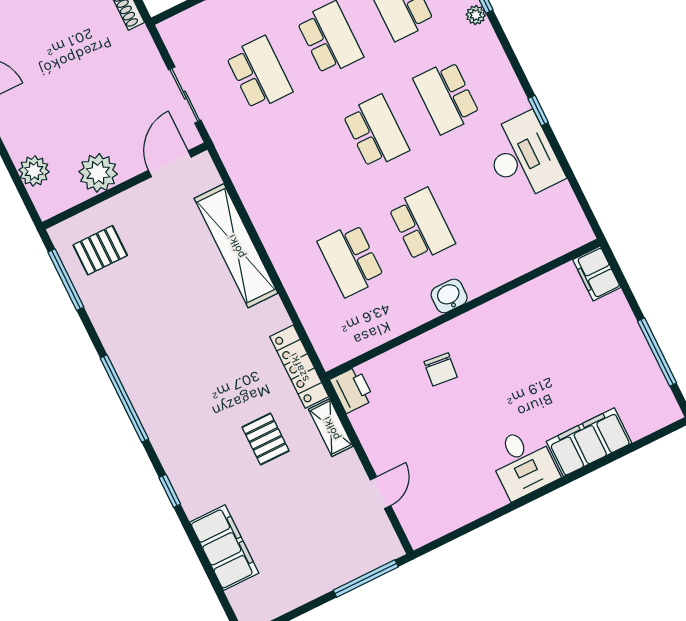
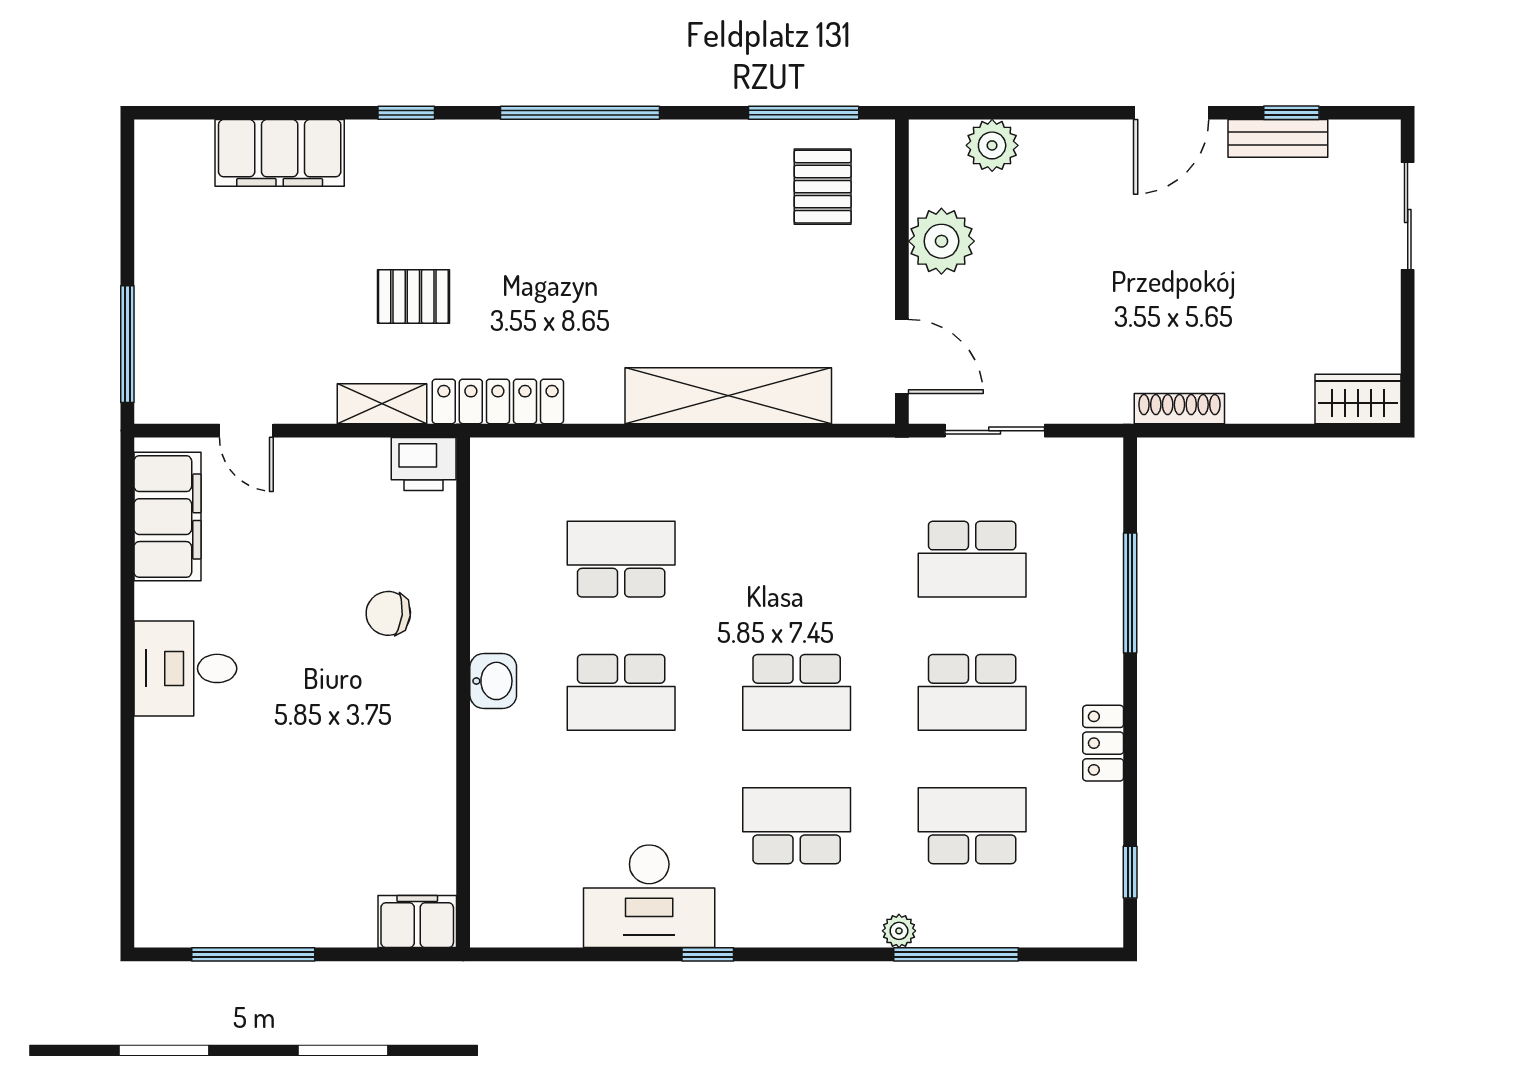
filing cabinet: (589, 442) -> (167, 517), moved

